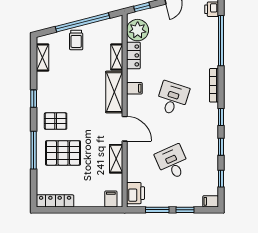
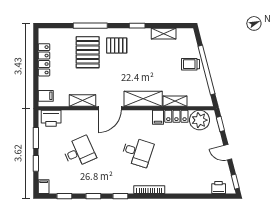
window: (221, 41) -> (190, 196), removed
shelving: (43, 57) -> (164, 34), moved
filing cabinet: (134, 88) -> (158, 117), moved
pallet: (56, 121) -> (117, 45), turned 90
locker: (55, 201) -> (44, 60), moved

